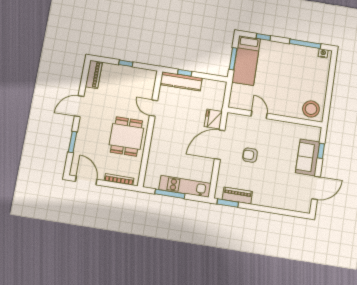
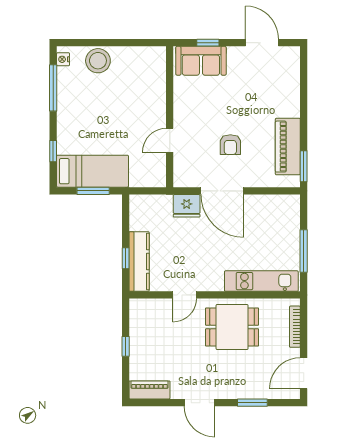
stool: (311, 109) -> (98, 61), moved
sofa: (308, 157) -> (201, 61), moved
kitchen unit: (185, 186) -> (261, 281), moved, turned 90
piano: (237, 196) -> (288, 147), width x1.37, depth x1.33

